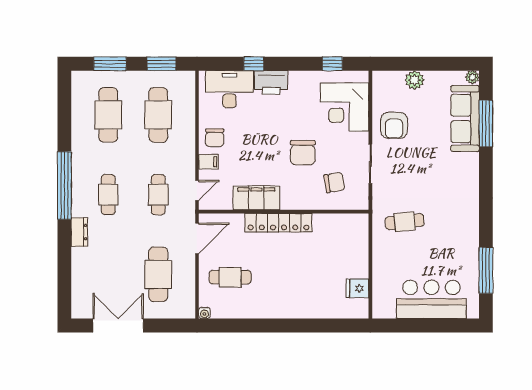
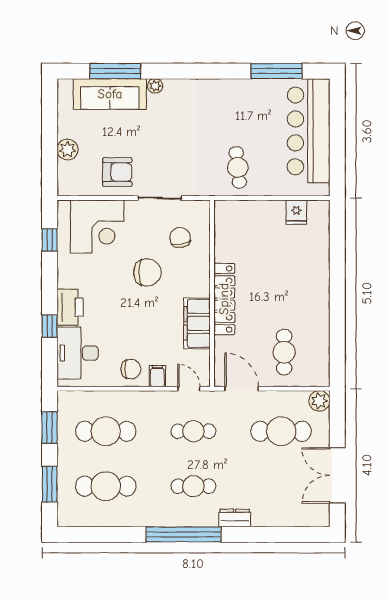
plant: (472, 77) -> (155, 86), moved
cafe table: (405, 222) -> (238, 167), moved
bar counter: (431, 299) -> (309, 131), width x1.36
plant: (186, 309) -> (319, 401), added
water cooler: (204, 313) -> (323, 380), removed

